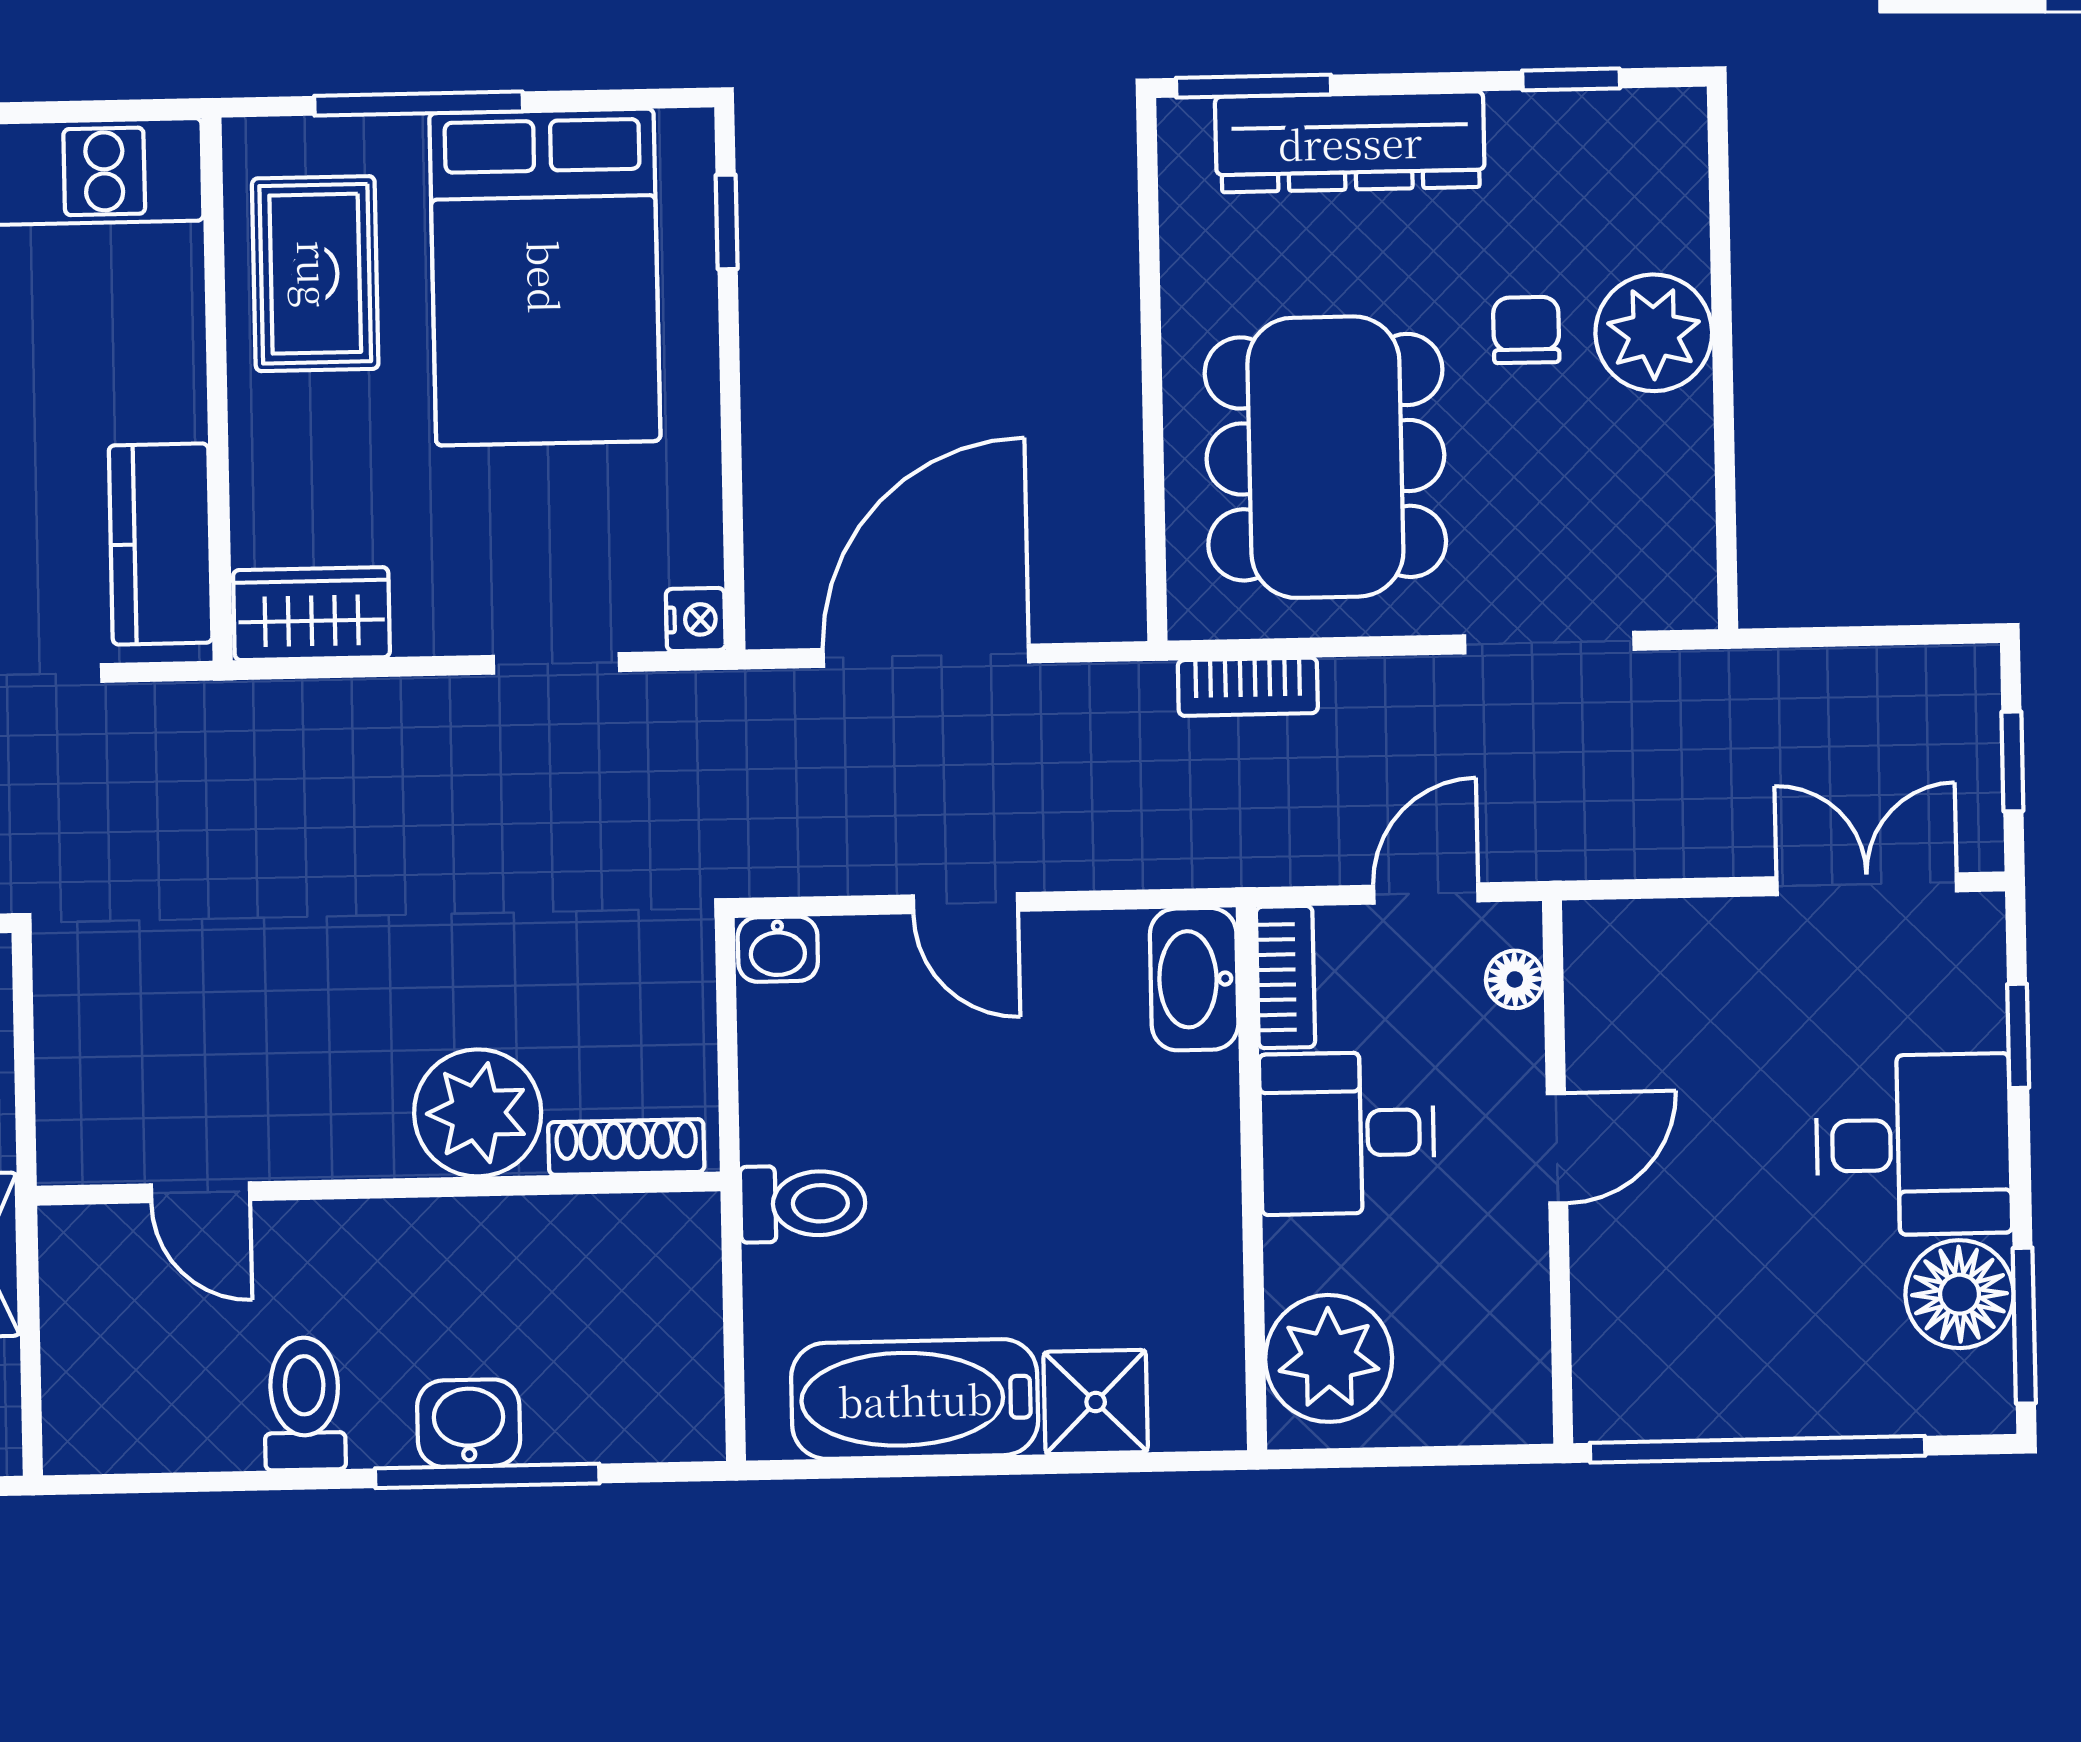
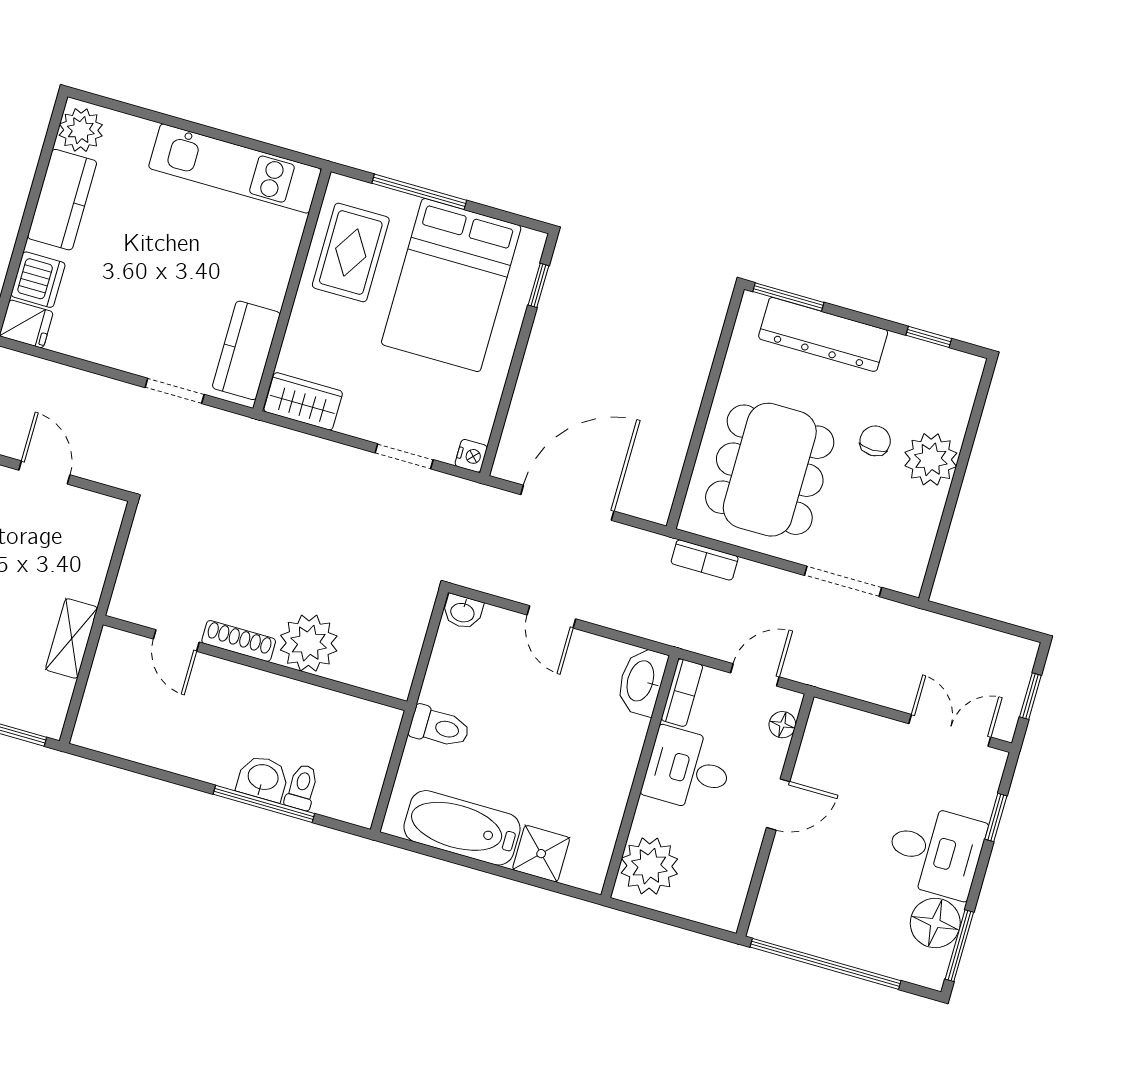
shoe rack: (626, 1147) -> (239, 641), moved
toilet: (305, 1404) -> (302, 787), moved, width x0.73, depth x0.72

